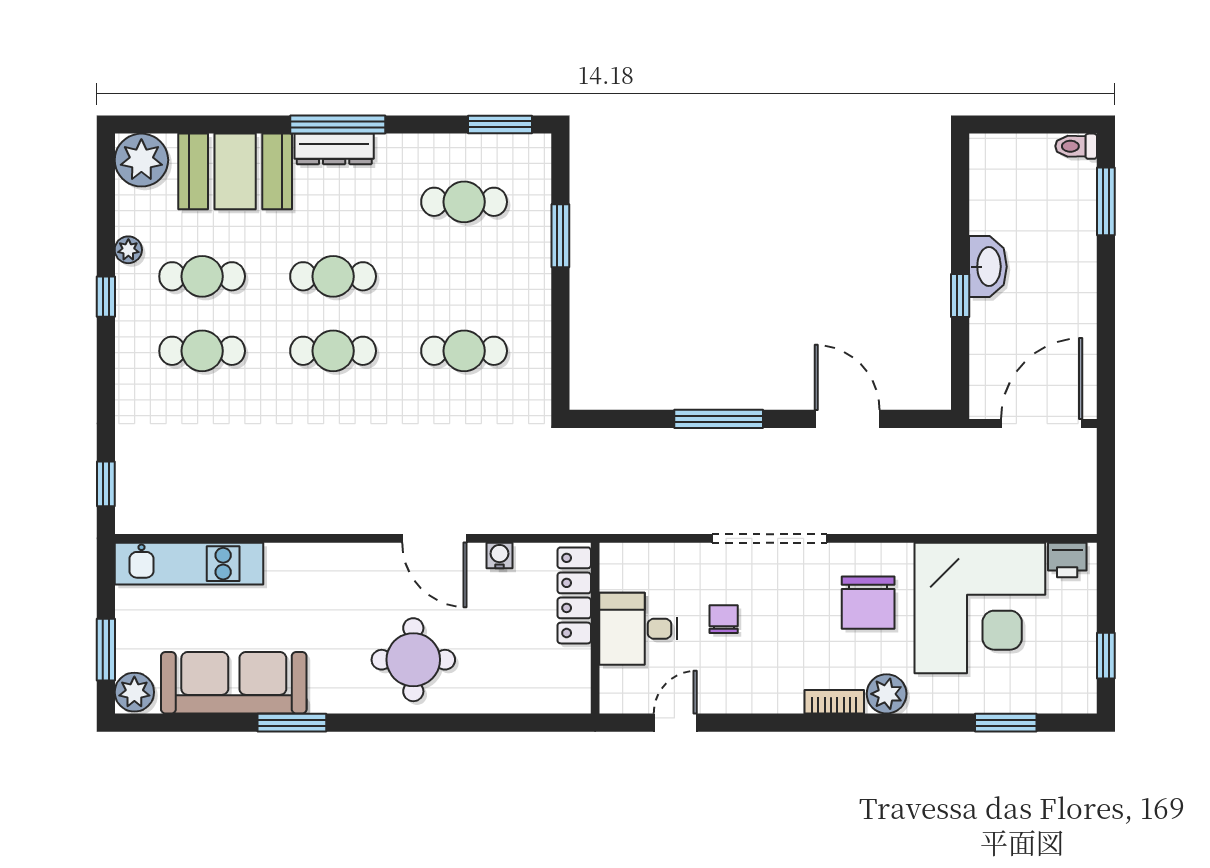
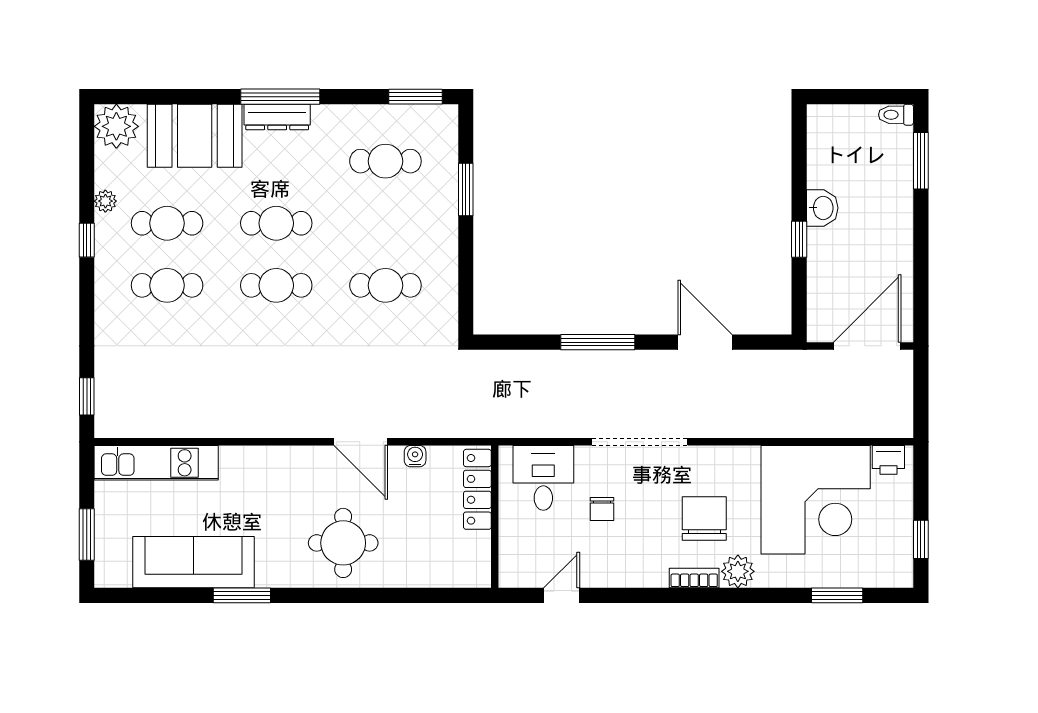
washbasin: (988, 267) -> (822, 208), width x0.72
chair: (868, 603) -> (704, 518), moved, turned 180
chair: (724, 619) -> (602, 509), turned 180
desk: (638, 629) -> (543, 478), moved, turned 90
plant: (134, 692) -> (111, 570), removed

